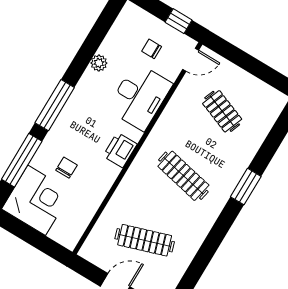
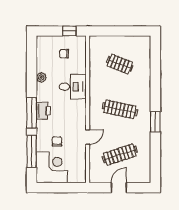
door: (191, 60) -> (88, 137), moved
desk: (140, 97) -> (73, 87), width x0.73
printer: (120, 150) -> (43, 111), moved, turned 180
window: (246, 187) -> (155, 122), moved

